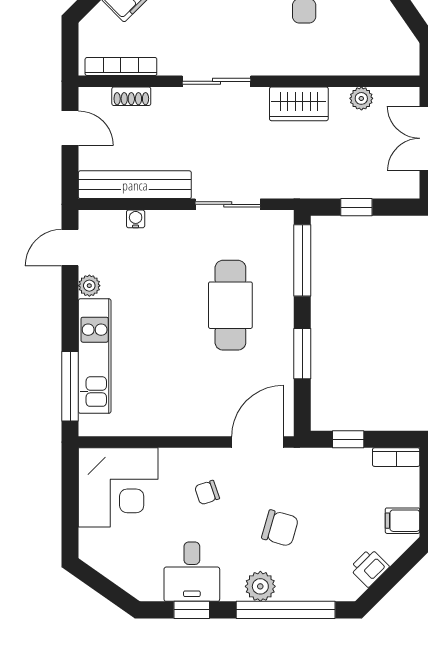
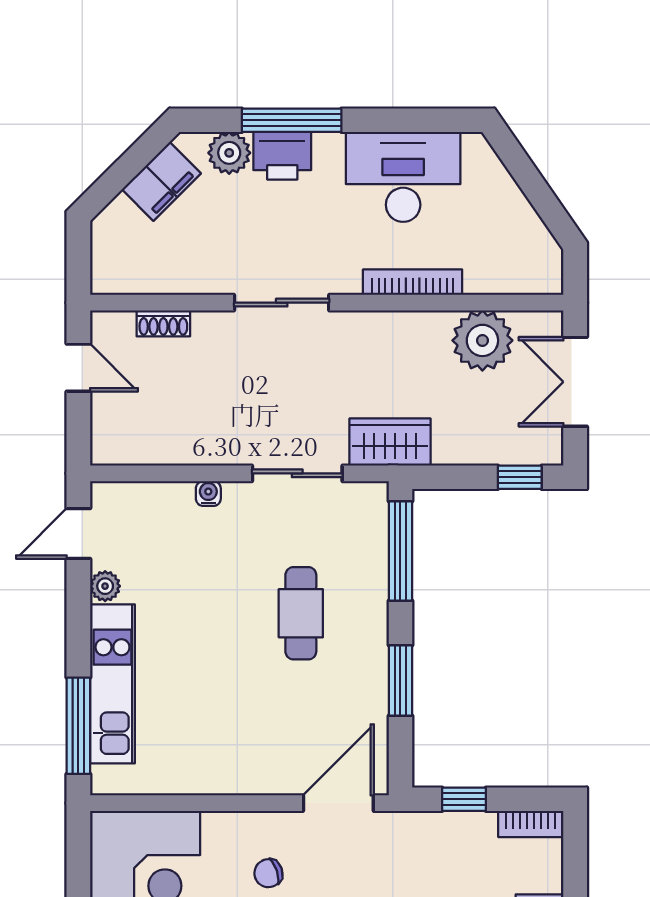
bookcase: (121, 67) -> (413, 282), moved
plant: (361, 98) -> (482, 340), width x1.88, depth x1.88
wardrobe: (299, 104) -> (390, 442), moved, turned 180
bench: (135, 185) -> (168, 446), removed
window: (356, 207) -> (520, 477), moved
water cooler: (136, 219) -> (208, 494), moved
cafe table: (230, 305) -> (301, 613), width x0.73, depth x0.74

